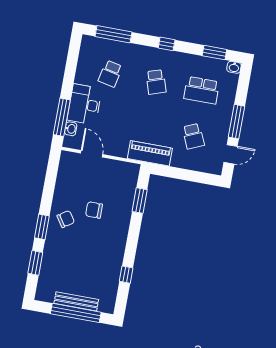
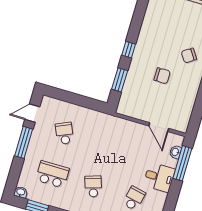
desk: (85, 104) -> (159, 177), width x0.73
piano: (150, 153) -> (106, 122), removed
chair: (66, 219) -> (189, 55), moved
window: (126, 275) -> (129, 50), moved

